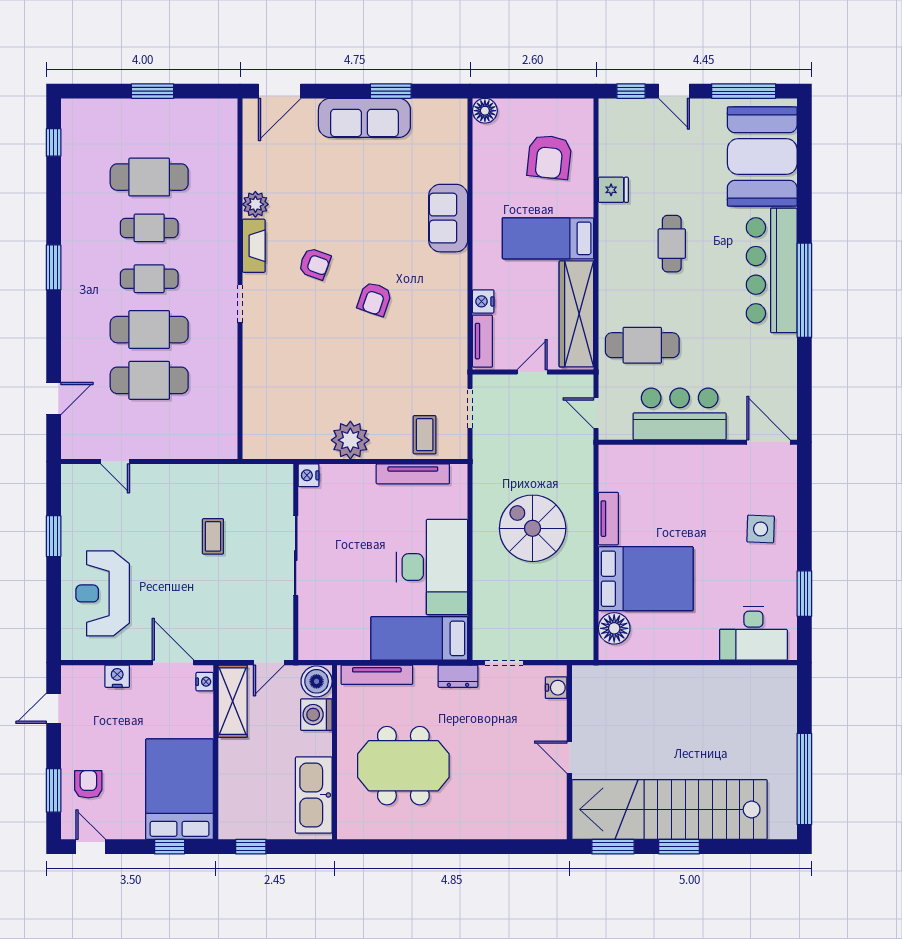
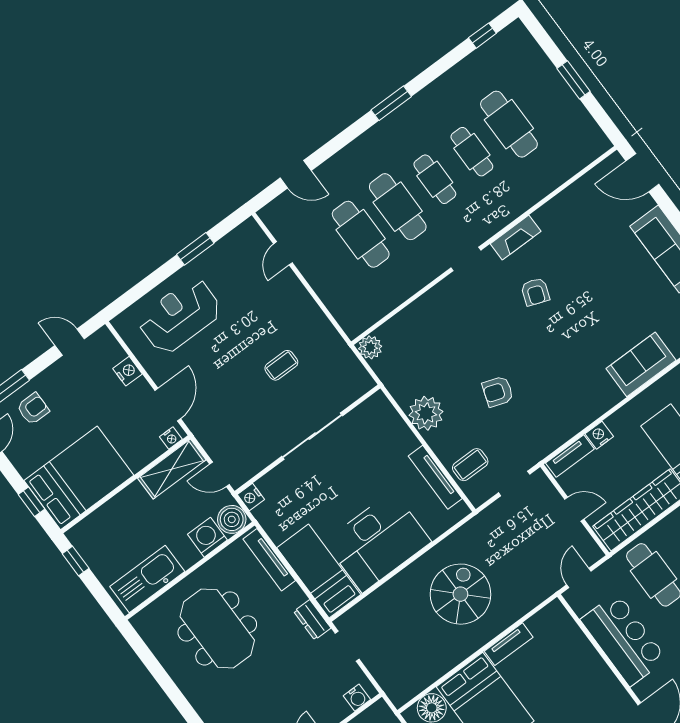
plant: (255, 204) -> (370, 347), moved
armchair: (375, 299) -> (498, 392), moved
nightstand: (309, 475) -> (251, 497), moved, turned -90

